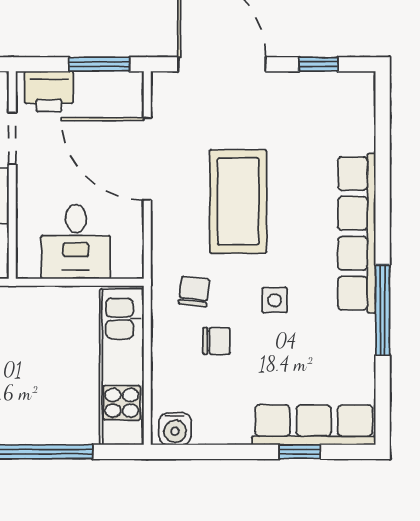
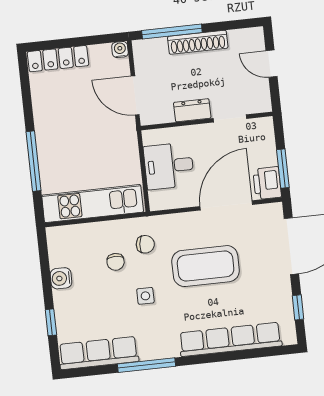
printer: (49, 91) -> (267, 183), moved
row of seats: (357, 233) -> (230, 339), moved
row of seats: (314, 425) -> (98, 353), moved, turned -90
water cooler: (175, 429) -> (61, 278), moved

